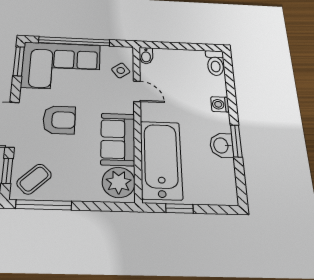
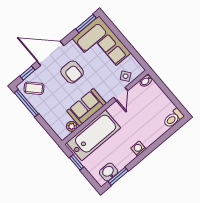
window: (74, 41) -> (122, 39), removed
washing machine: (220, 104) -> (138, 149), moved
window: (236, 141) -> (118, 176), moved
washbasin: (222, 145) -> (109, 172), moved
plant: (119, 182) -> (72, 126), width x0.53, depth x0.53

